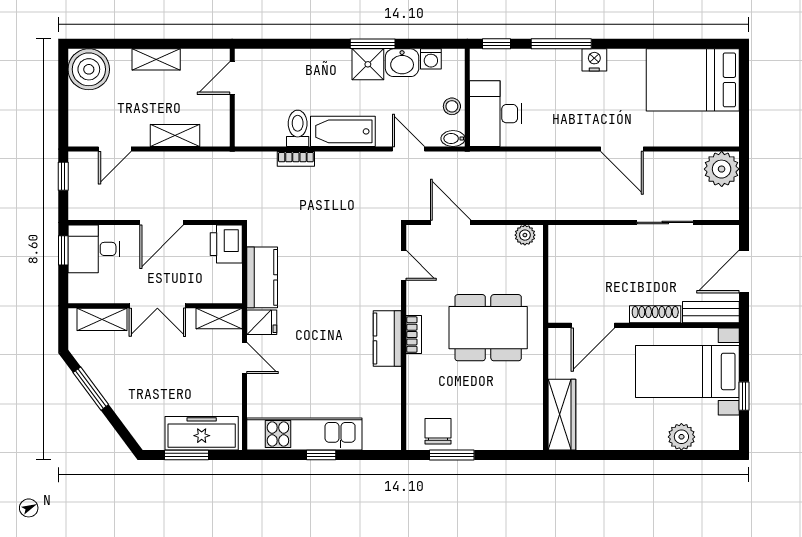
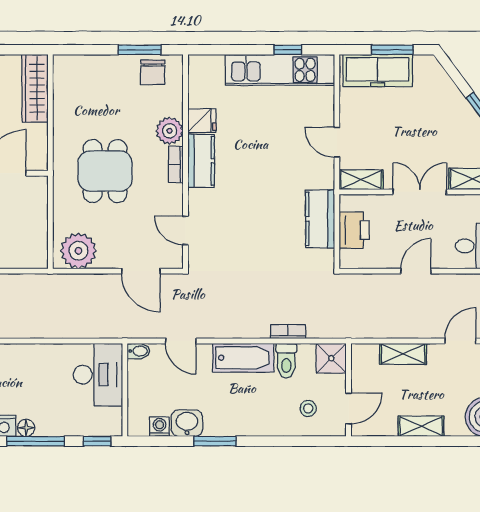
floor lamp: (571, 58) -> (26, 428), added
shower: (368, 64) -> (331, 358), moved
stool: (452, 106) -> (308, 408), moved
door: (162, 222) -> (416, 271), width x0.73
plant: (525, 235) -> (78, 251), width x1.87, depth x1.87
printer: (226, 244) -> (354, 230), moved
fridge: (262, 322) -> (202, 121), moved, turned 180
dining table: (488, 328) -> (105, 171), width x0.73
plant: (420, 370) -> (170, 131), added
window: (321, 455) -> (288, 50), moved

